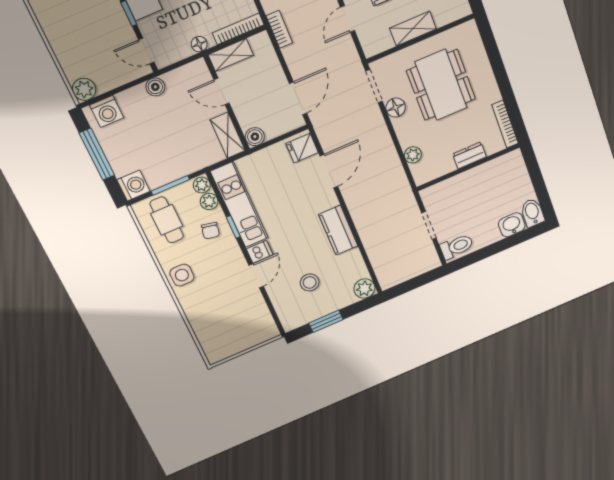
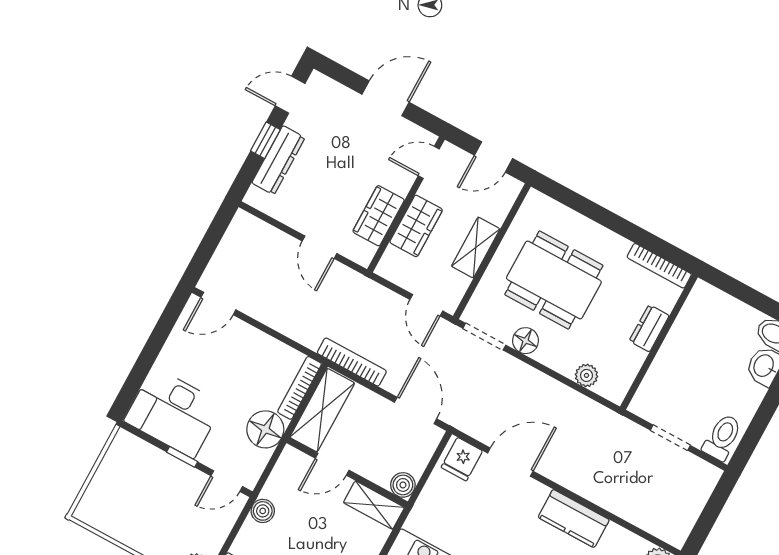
door: (348, 19) -> (426, 305), moved
bookcase: (279, 29) -> (352, 362), width x1.56
floor lamp: (199, 44) -> (265, 429), width x1.89, depth x1.89
shelving: (231, 55) -> (322, 410), width x1.50, depth x1.33
door: (329, 171) -> (510, 462), hinge flipped

